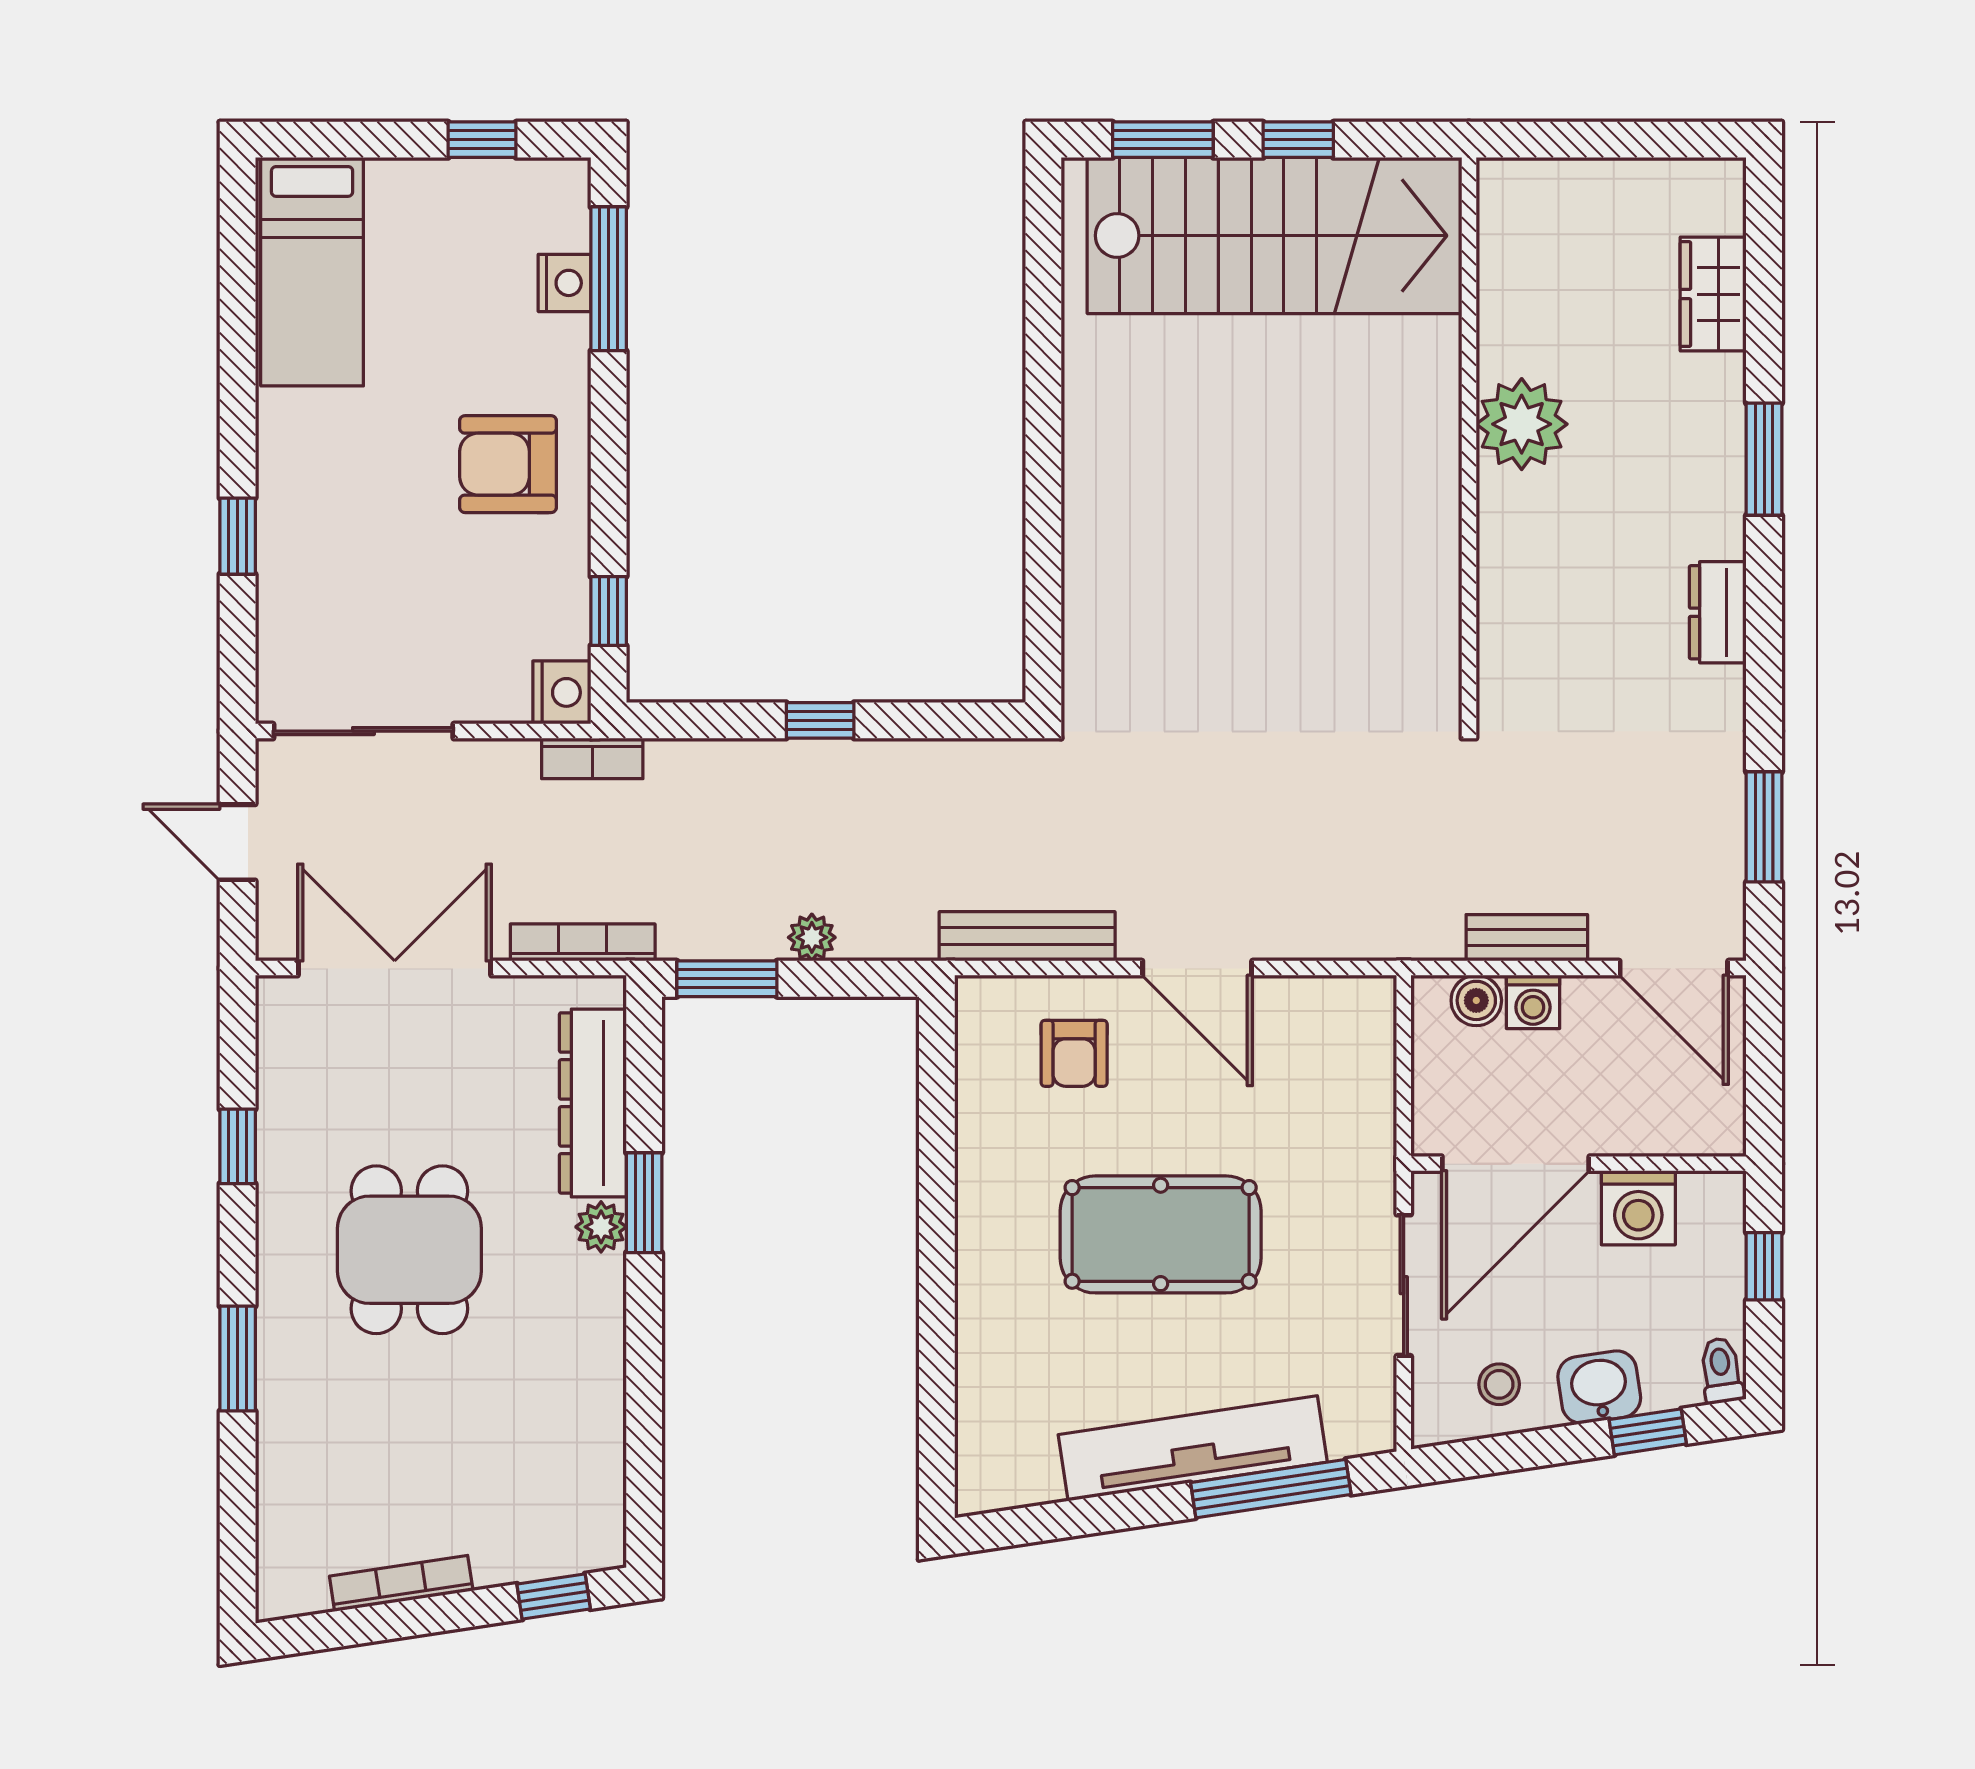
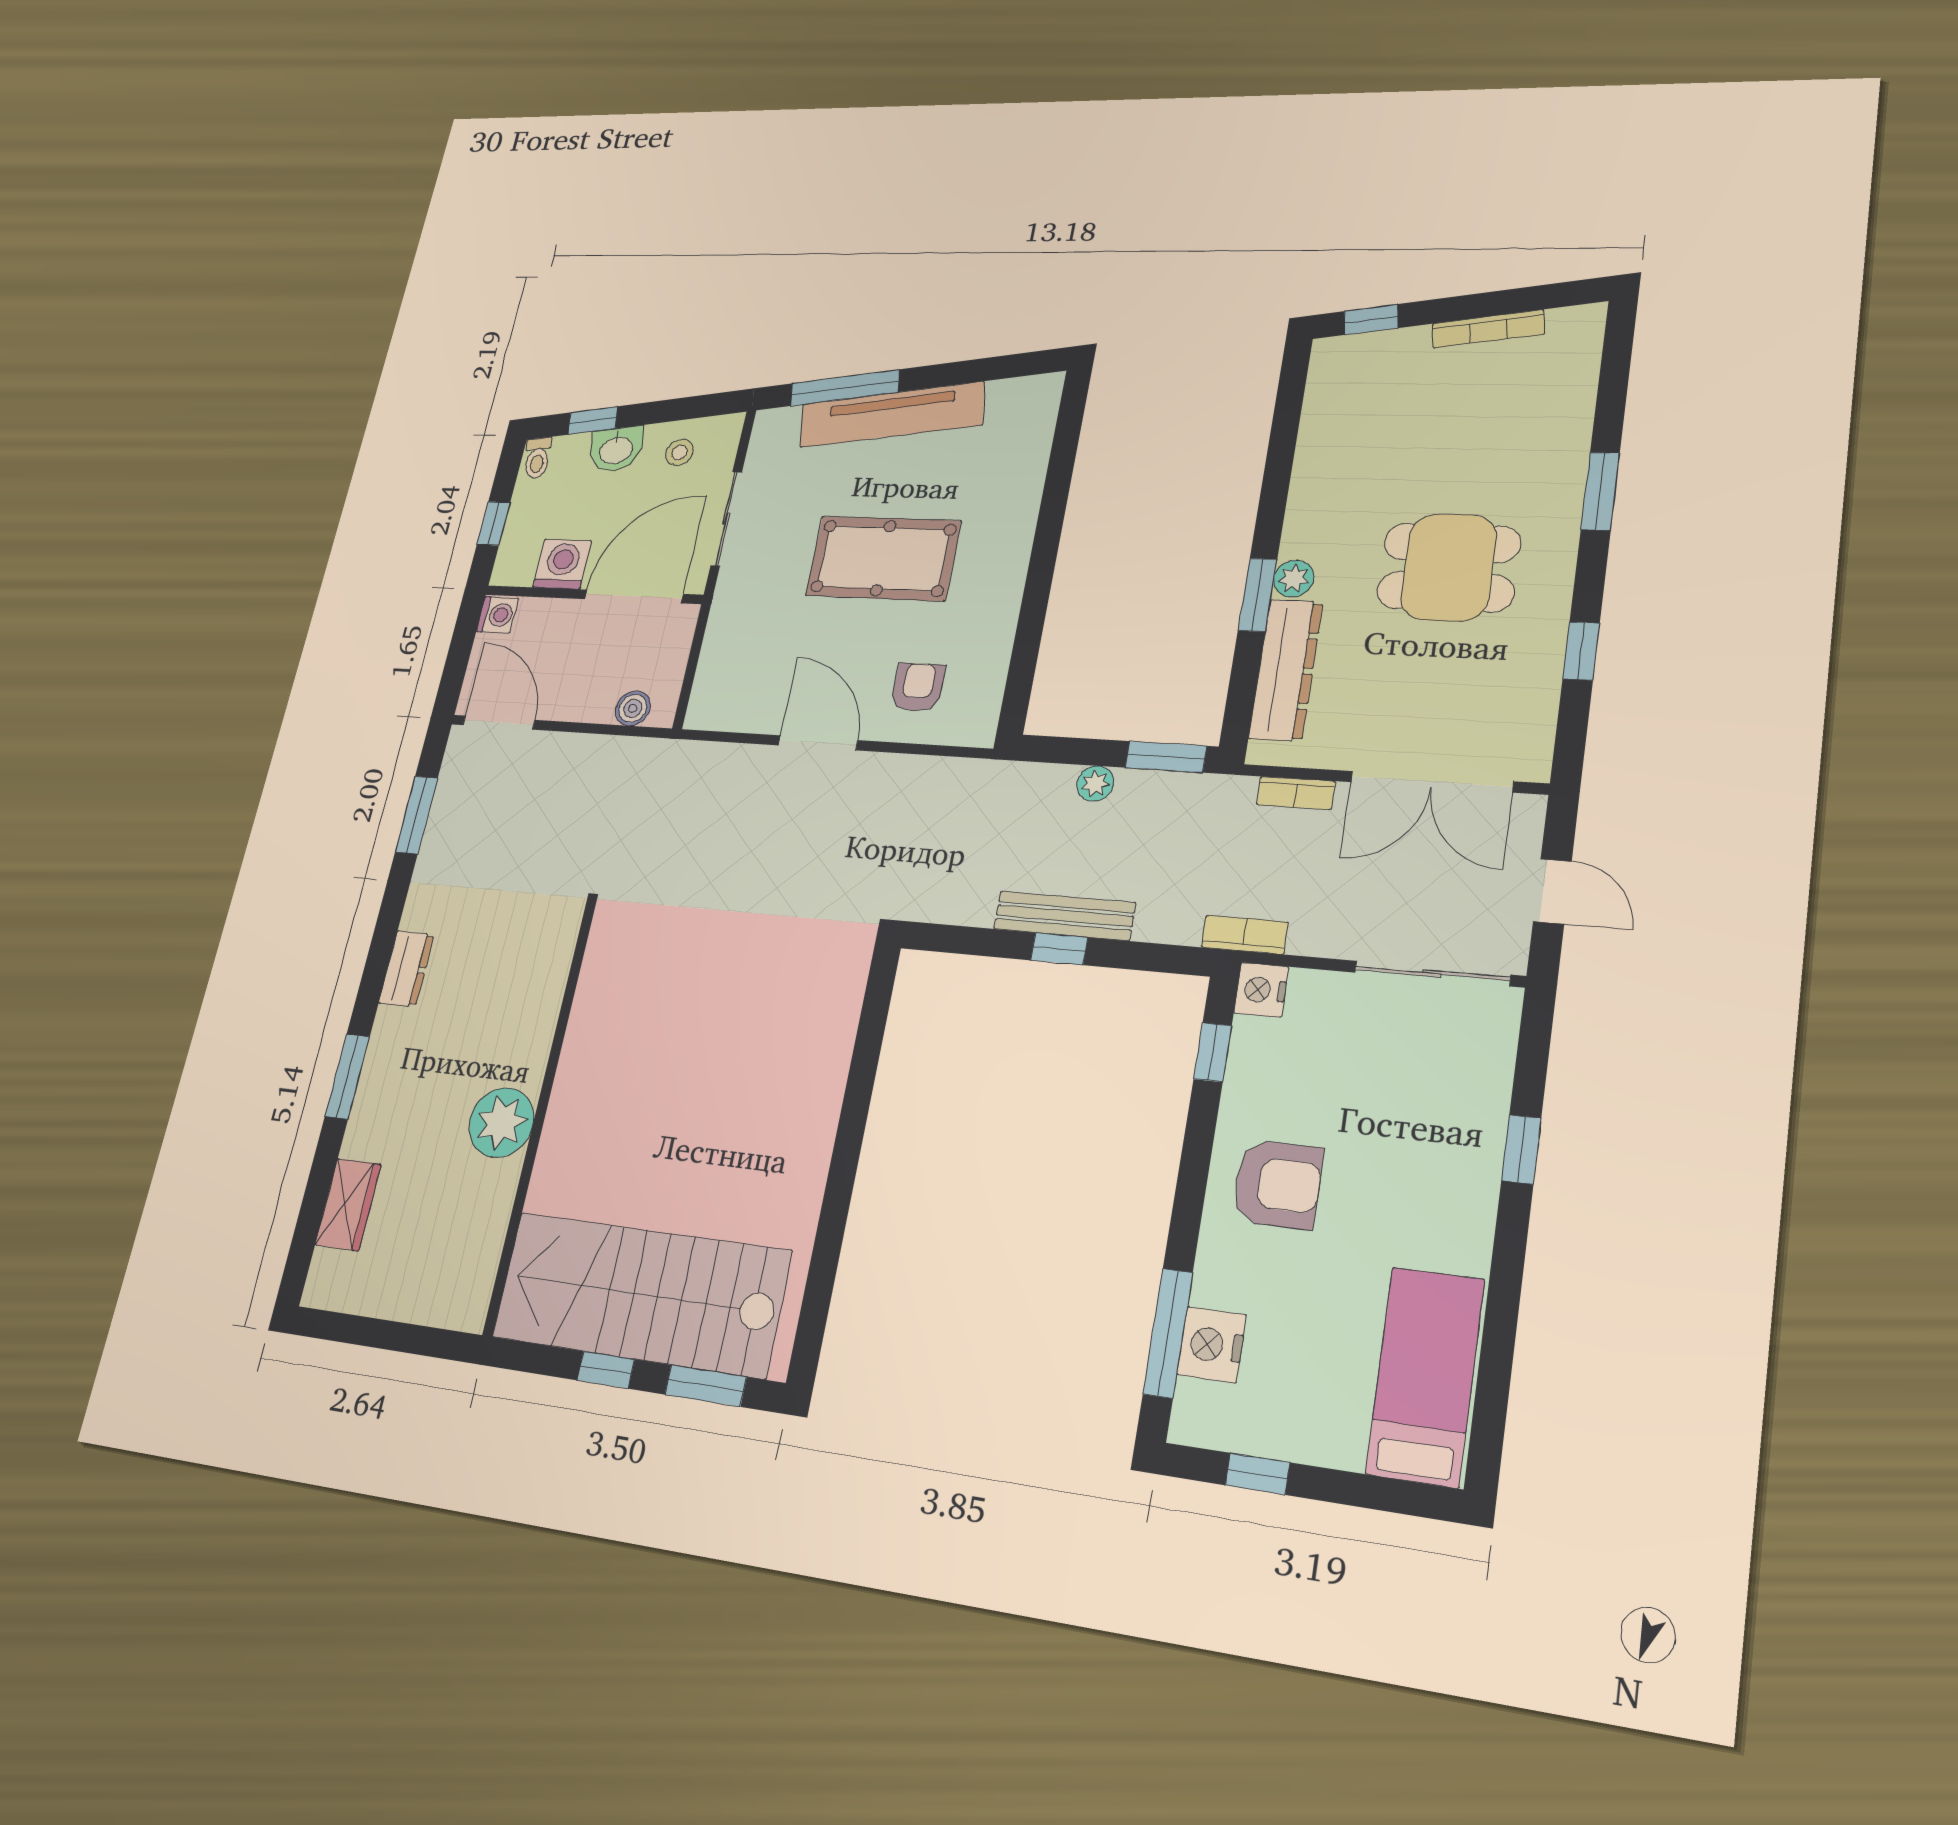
nightstand: (564, 283) -> (1212, 1345), width x1.36, depth x1.33
bench: (1027, 936) -> (1064, 916), moved
bench: (1527, 938) -> (589, 750), removed
bookcase: (583, 942) -> (1296, 793), width x0.64
washing machine: (1533, 1002) -> (497, 615), moved, turned 90
dining table: (409, 1250) -> (1449, 567), turned 90

